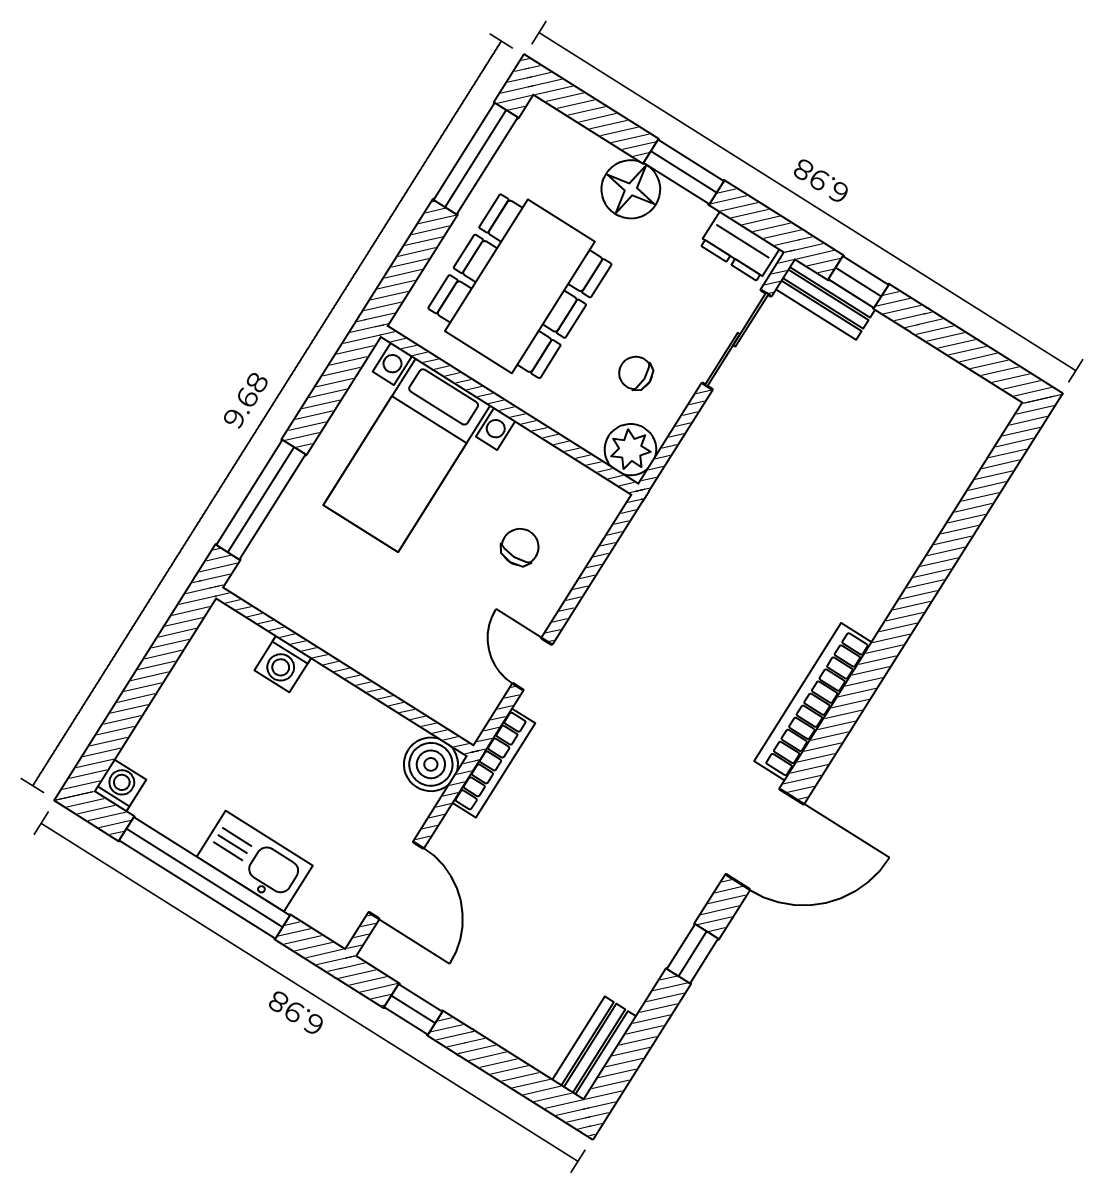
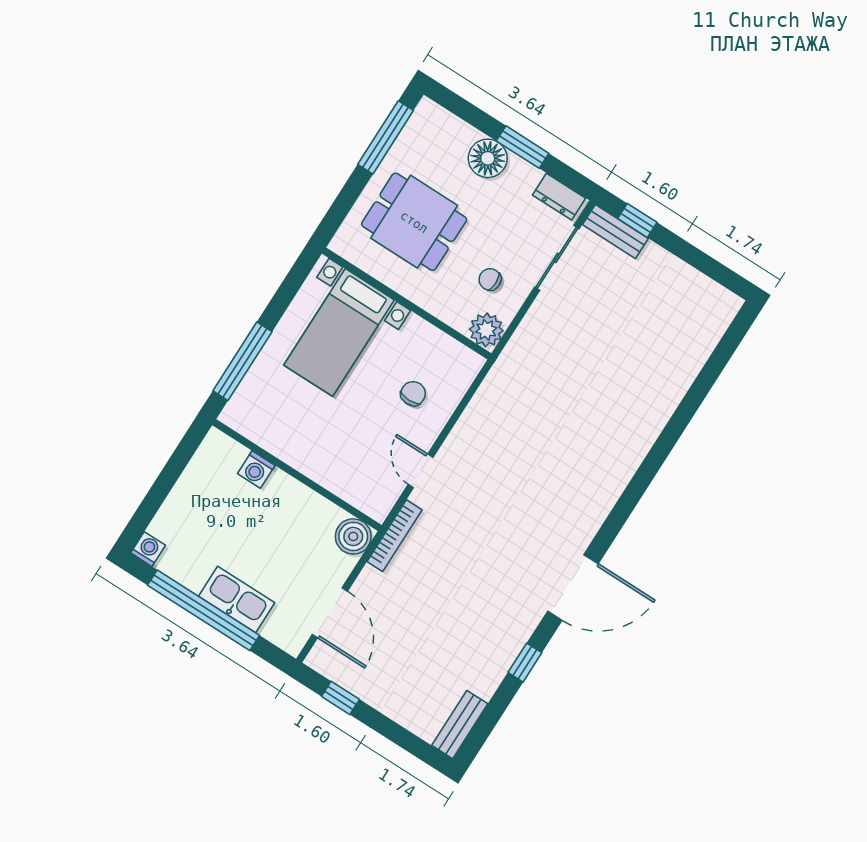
dining table: (520, 286) -> (414, 222), width x0.73
bookcase: (813, 702) -> (606, 497), removed

